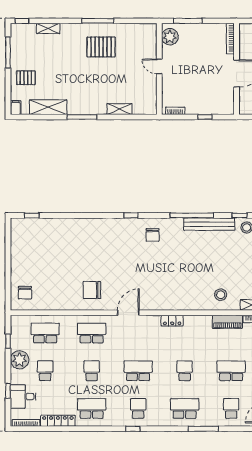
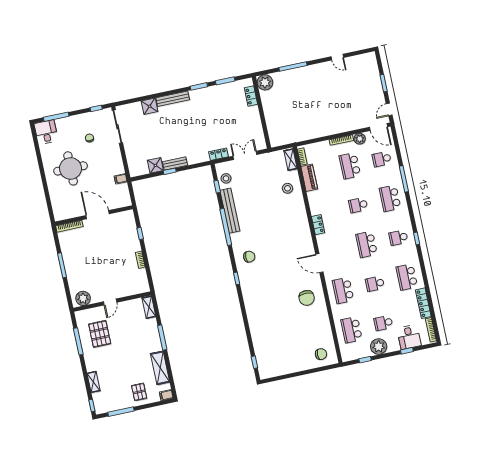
plant: (170, 37) -> (83, 298), moved
door: (159, 66) -> (110, 302), moved
wall: (159, 69) -> (112, 302), moved

